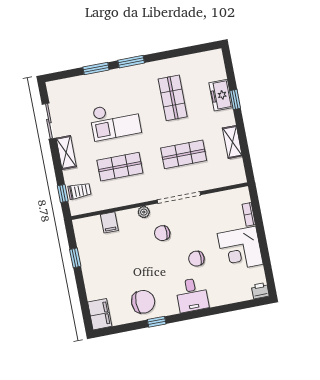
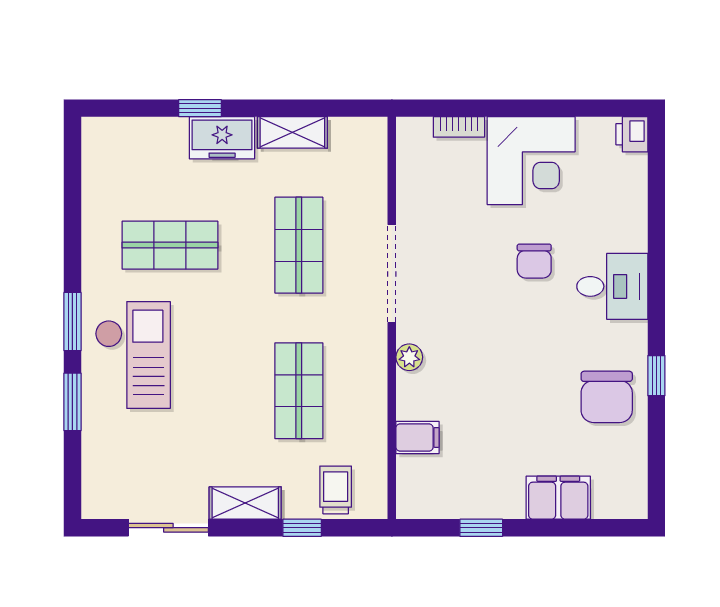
freezer: (221, 95) -> (222, 138), moved
checkout: (115, 121) -> (133, 355), moved
window: (63, 193) -> (302, 528), moved
chair: (162, 233) -> (464, 326), removed
chair: (143, 302) -> (607, 397), turned 180
filing cabinet: (100, 314) -> (558, 498), moved

